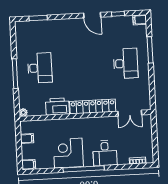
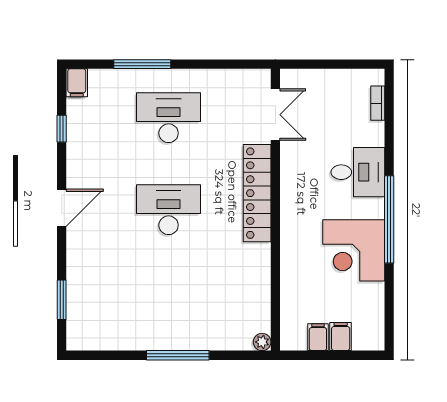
door: (92, 15) -> (62, 208), moved
desk: (40, 68) -> (169, 210), moved
printer: (57, 107) -> (253, 268), removed
filing cabinet: (29, 165) -> (341, 337), moved

